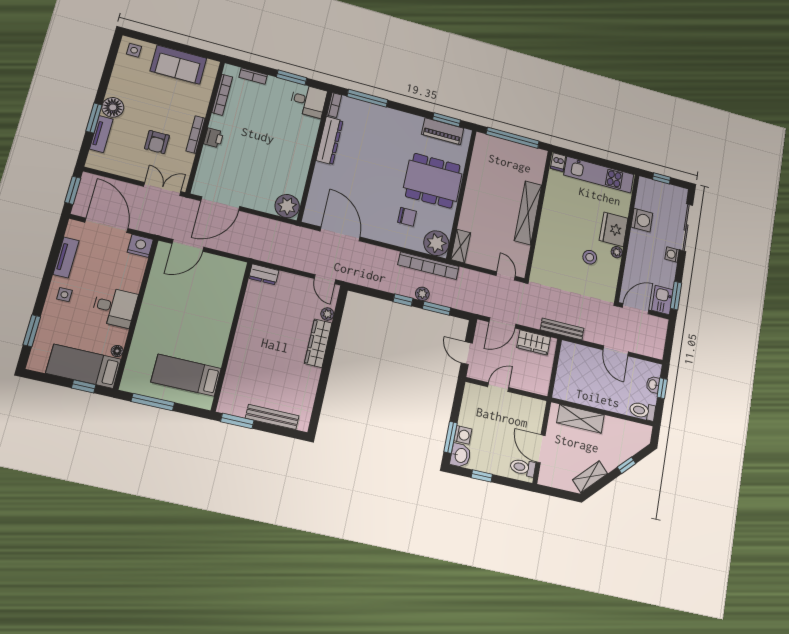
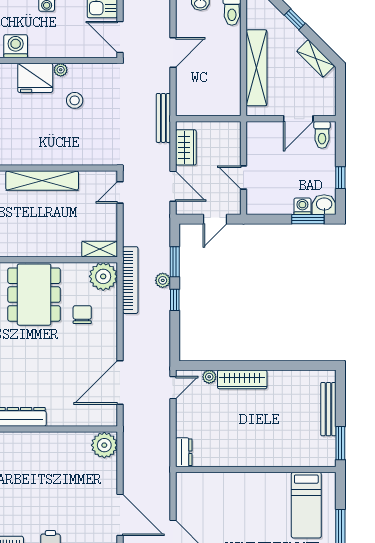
shelving: (580, 419) -> (256, 68), width x1.47

